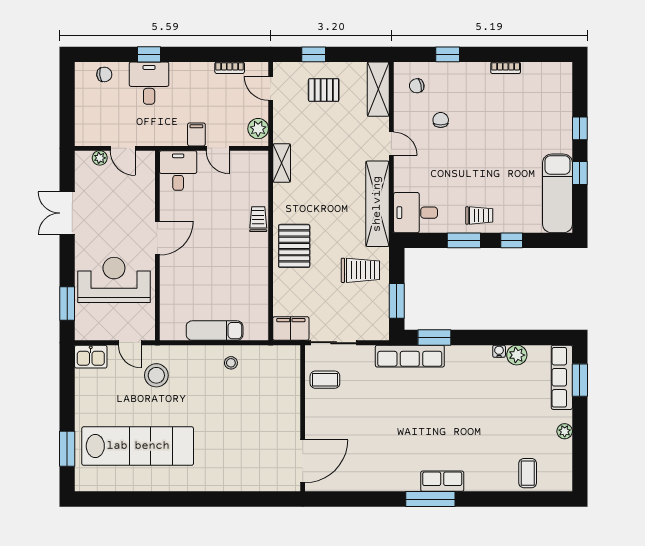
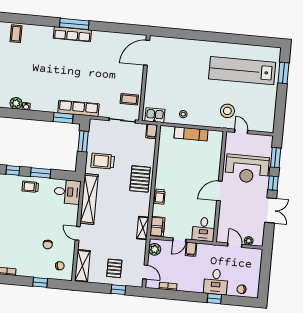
pallet: (324, 90) -> (114, 268), turned 90
door: (218, 148) -> (179, 240), swing flipped
filing cabinet: (257, 168) -> (157, 227), added
window: (67, 260) -> (273, 183), added
filing cabinet: (291, 328) -> (152, 131), width x0.50
kitchen sink: (91, 357) -> (155, 115), moved
row of seats: (442, 481) -> (72, 34), width x1.48

